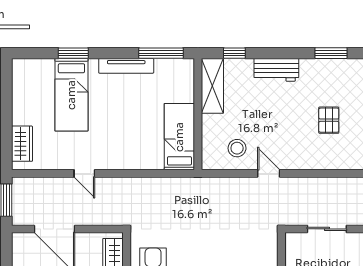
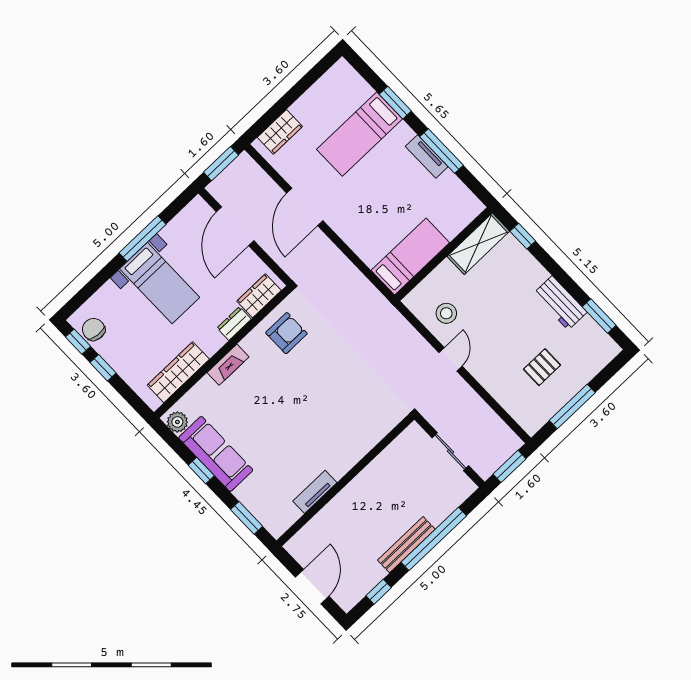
window: (161, 53) -> (441, 151), moved
tv unit: (126, 66) -> (427, 157), width x0.71
workbench: (276, 70) -> (560, 303), moved
door: (84, 173) -> (305, 207), width x1.88

